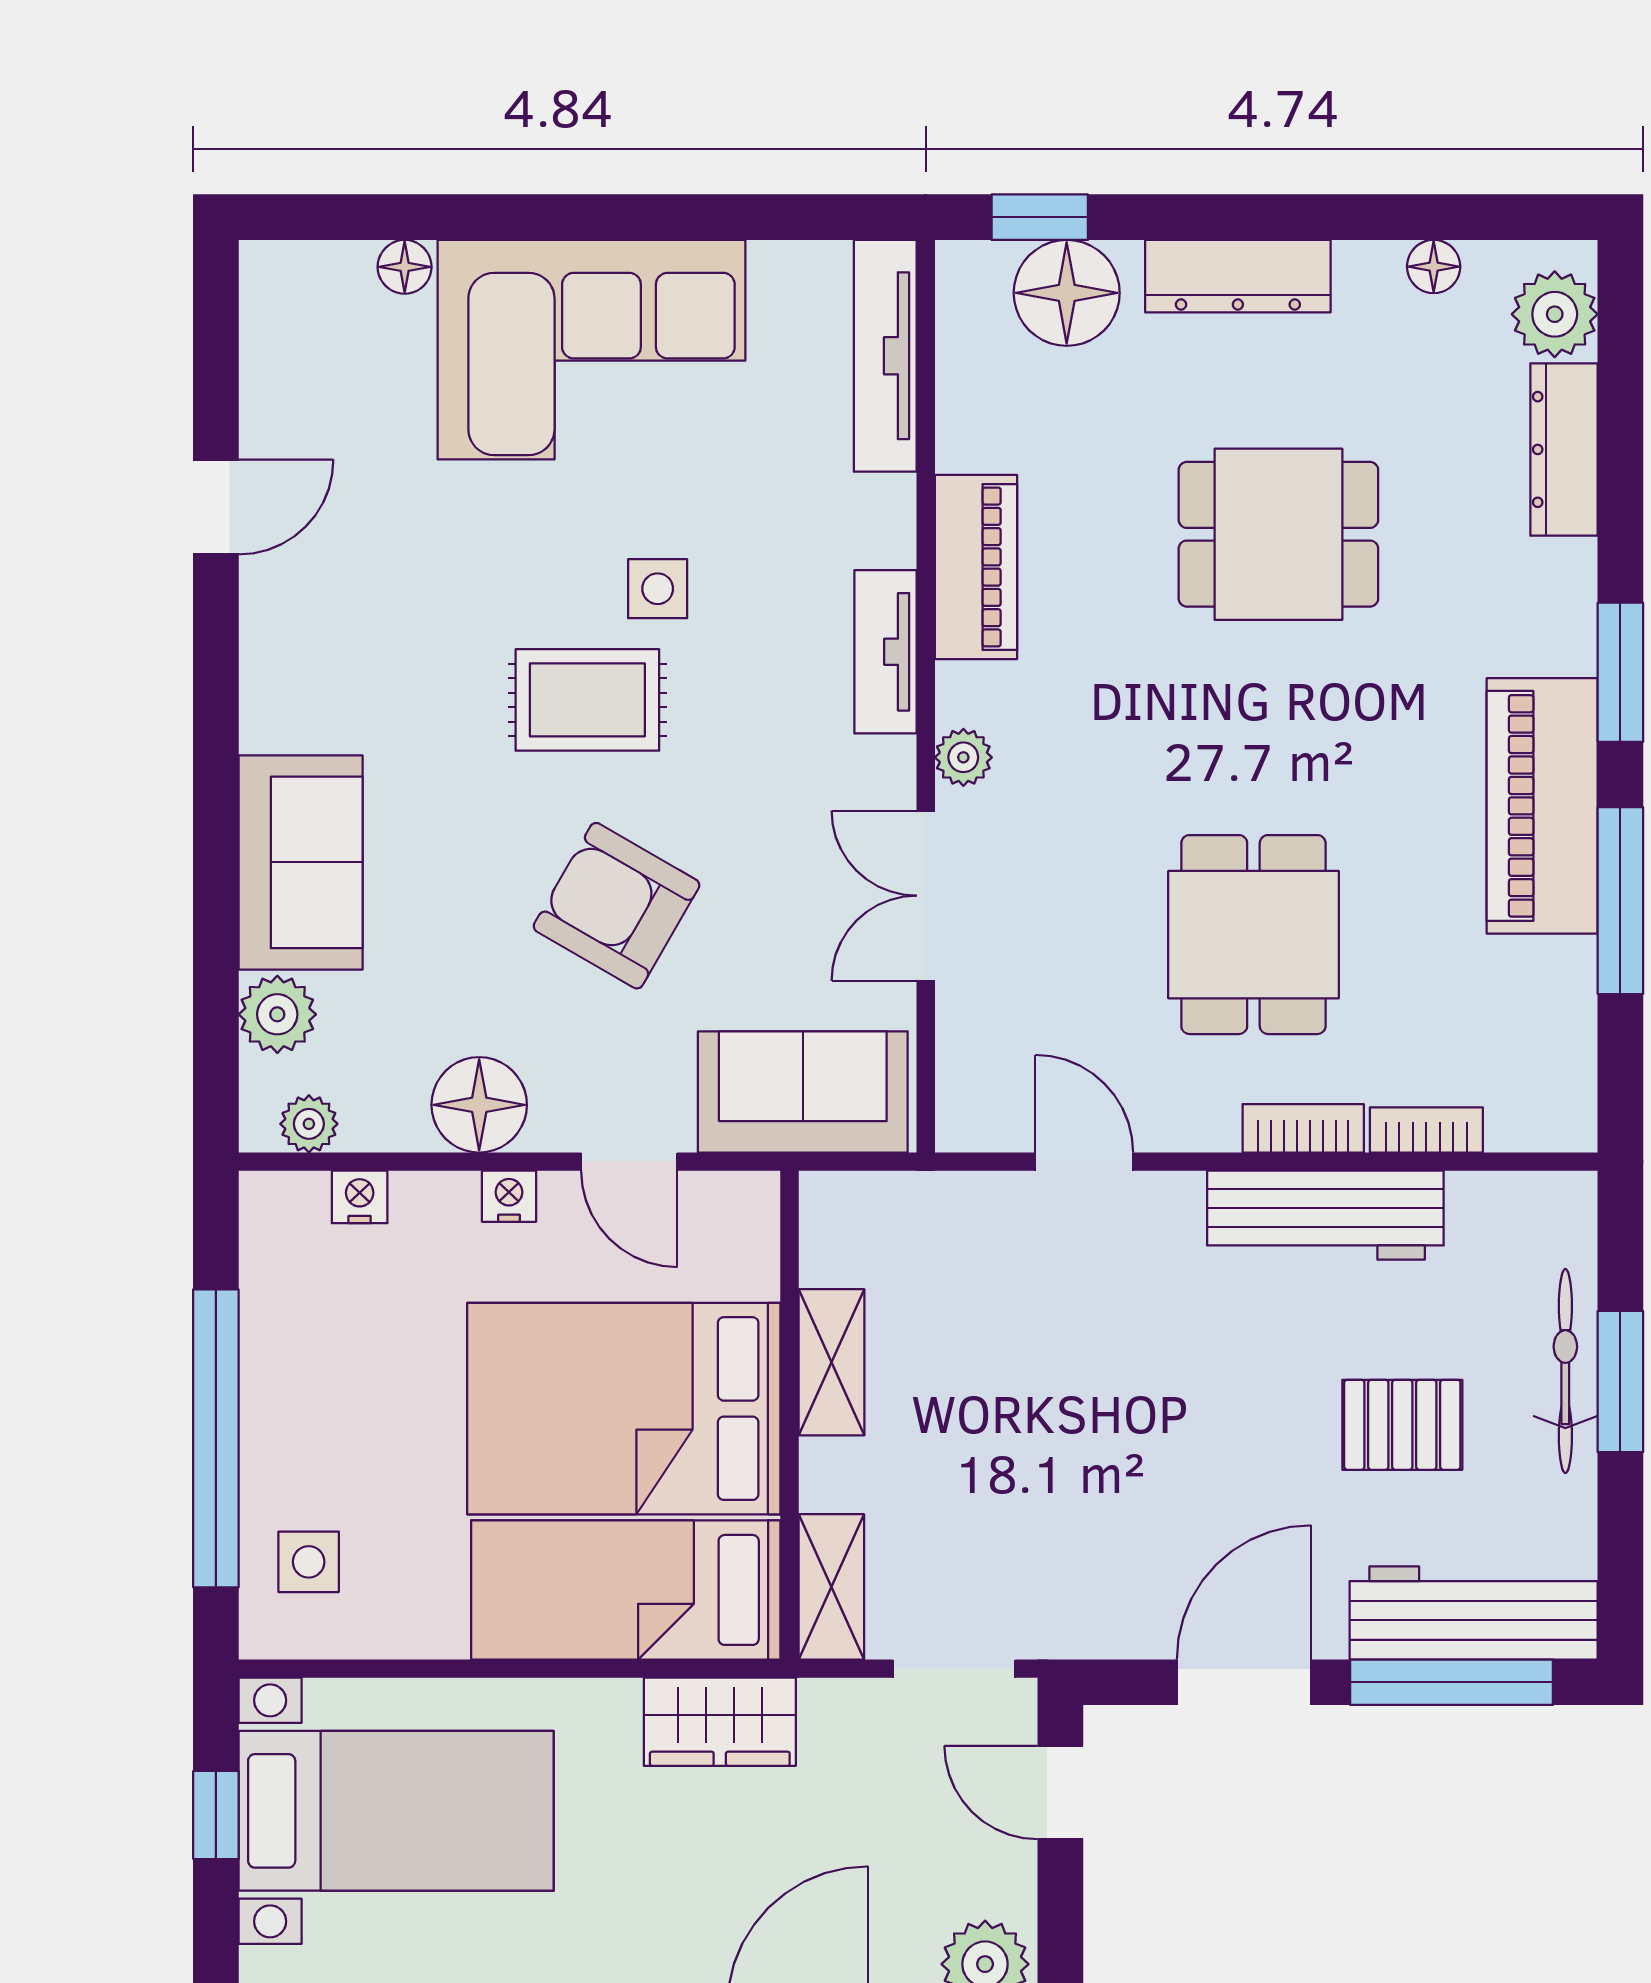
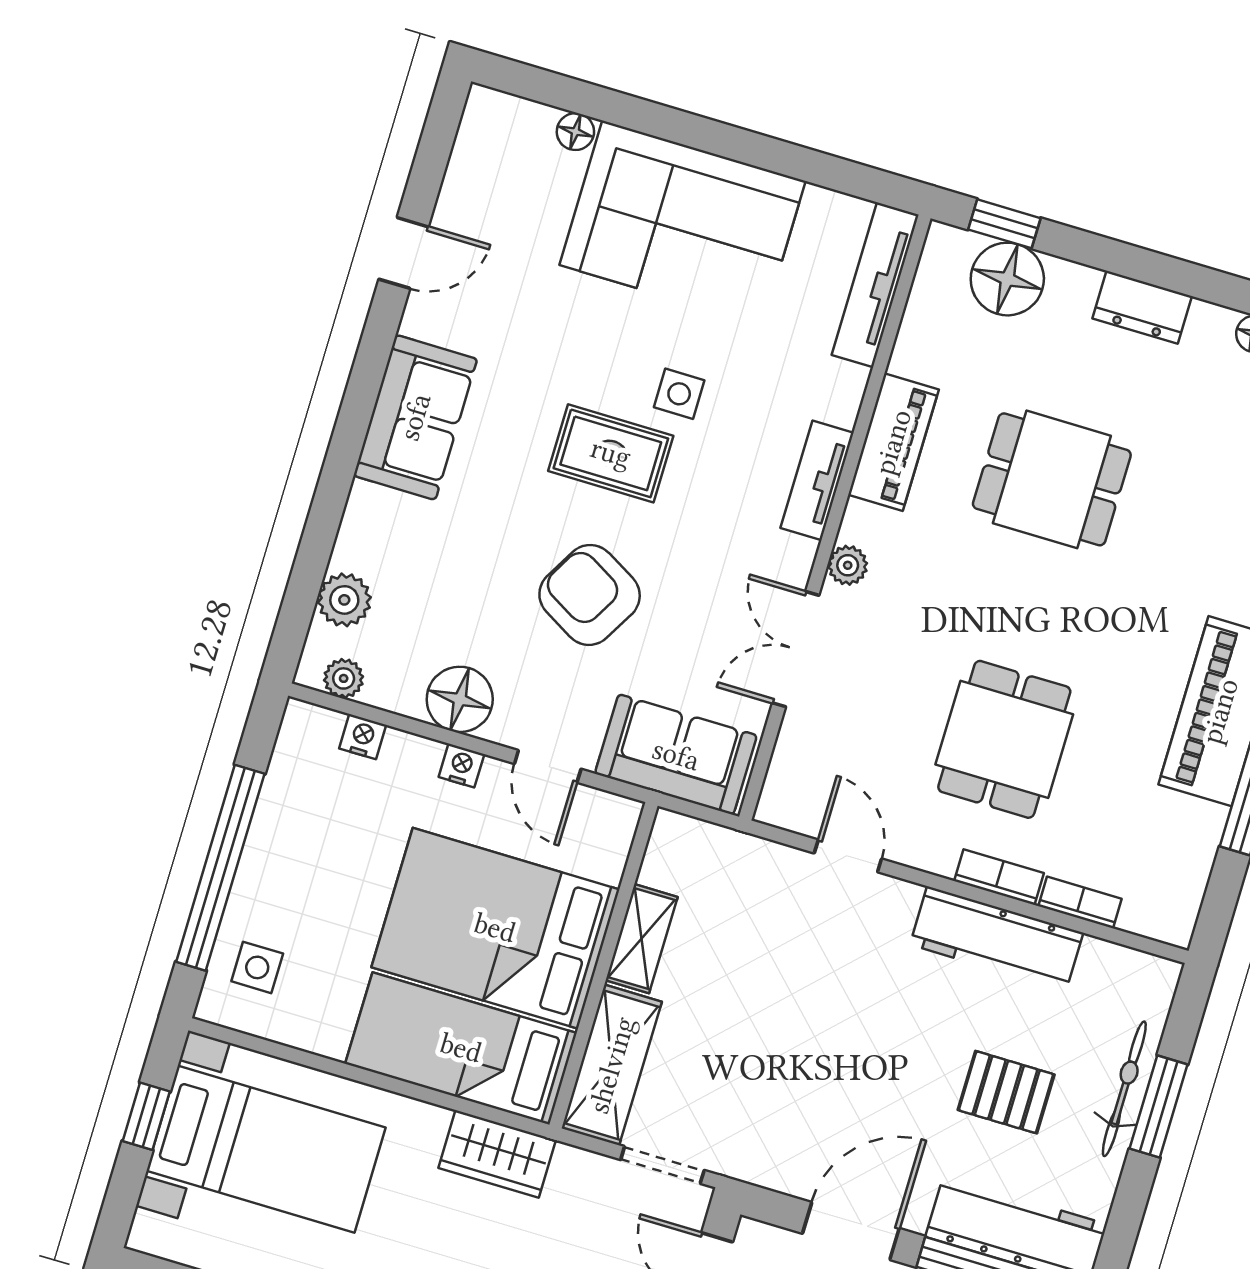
dresser: (1238, 276) -> (1142, 307), width x0.70
dining table: (1278, 534) -> (1052, 479), moved
sofa: (301, 862) -> (415, 417), moved
shelving: (831, 1587) -> (612, 1065), width x1.50, depth x1.33

